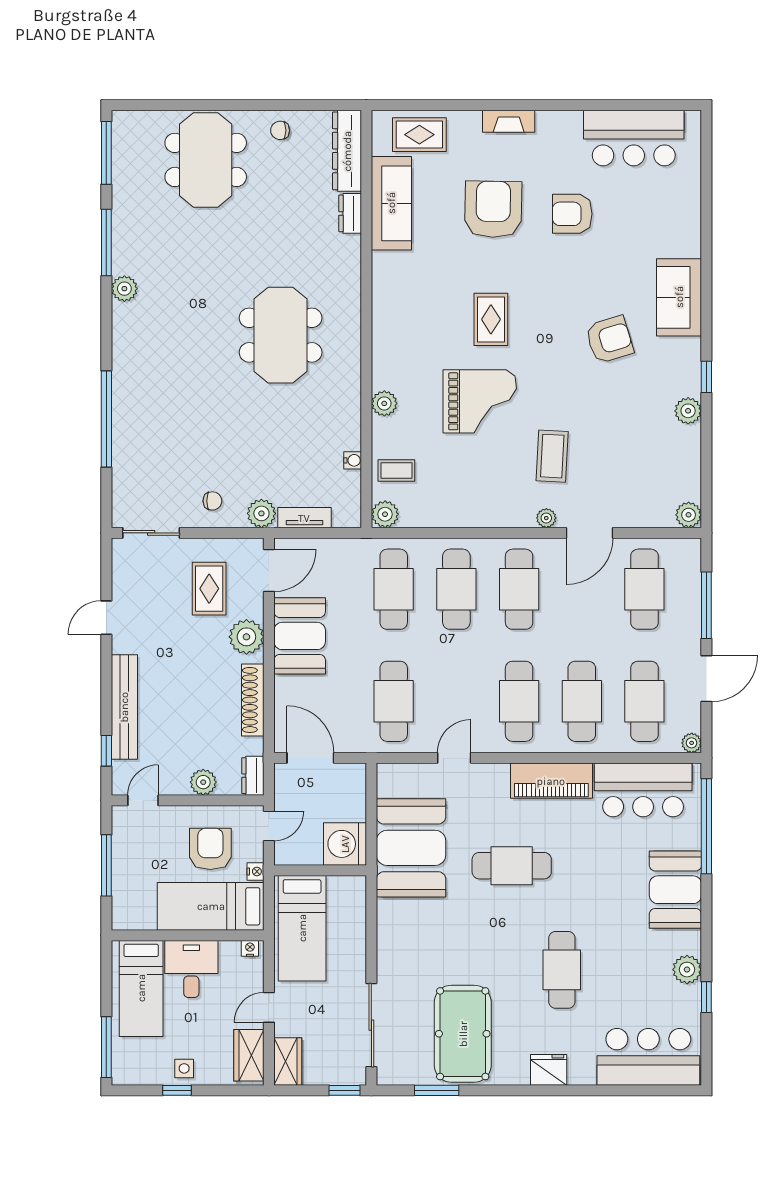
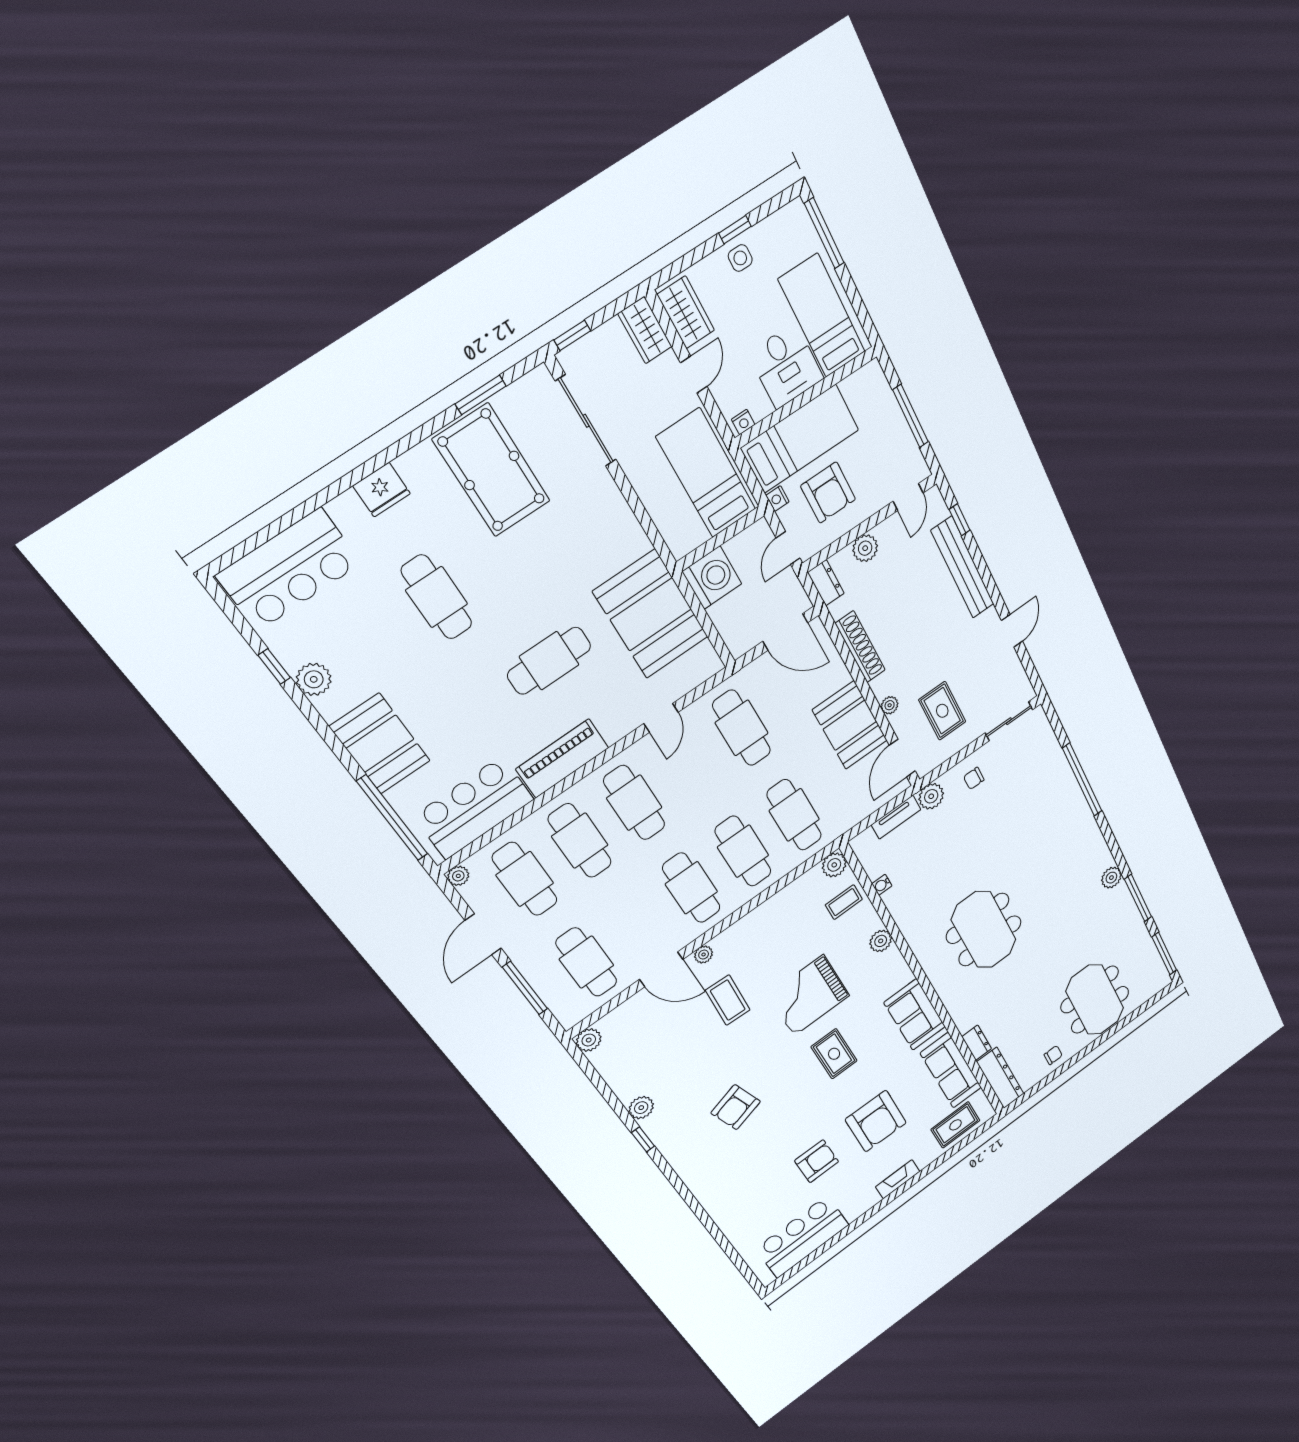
sofa: (679, 297) -> (915, 1015), moved, turned 180
door: (589, 533) -> (661, 969), swing flipped
plant: (246, 637) -> (890, 705), width x0.53, depth x0.53

